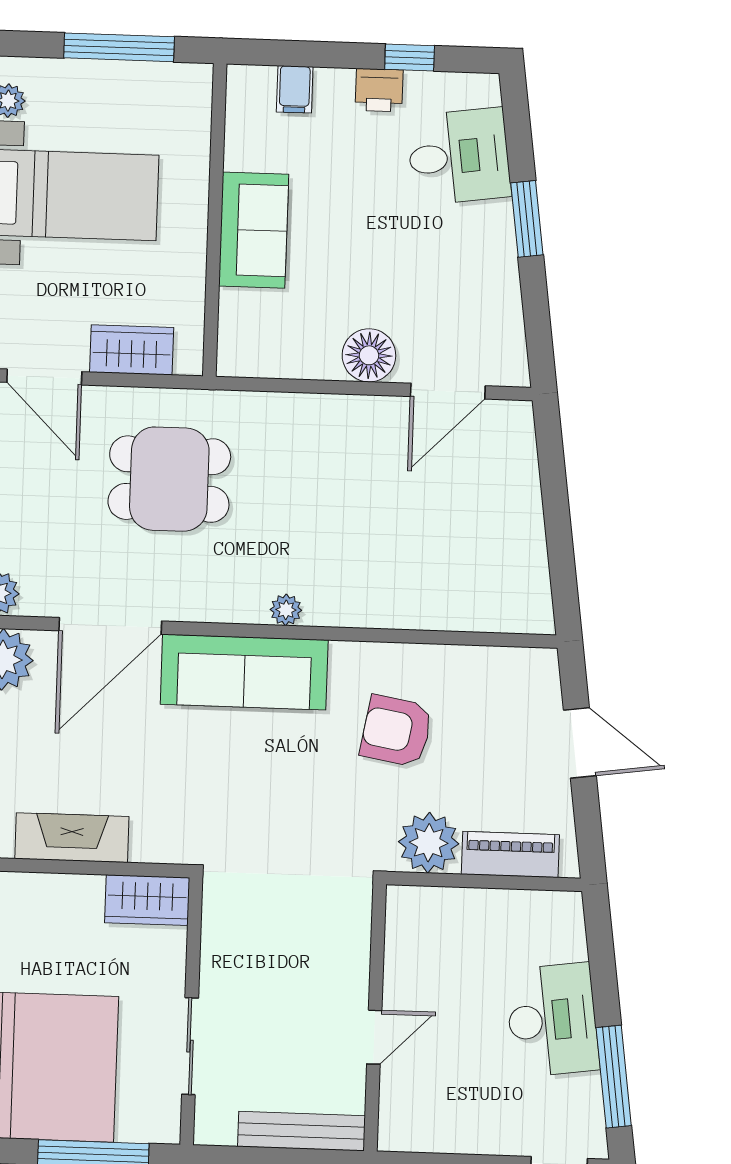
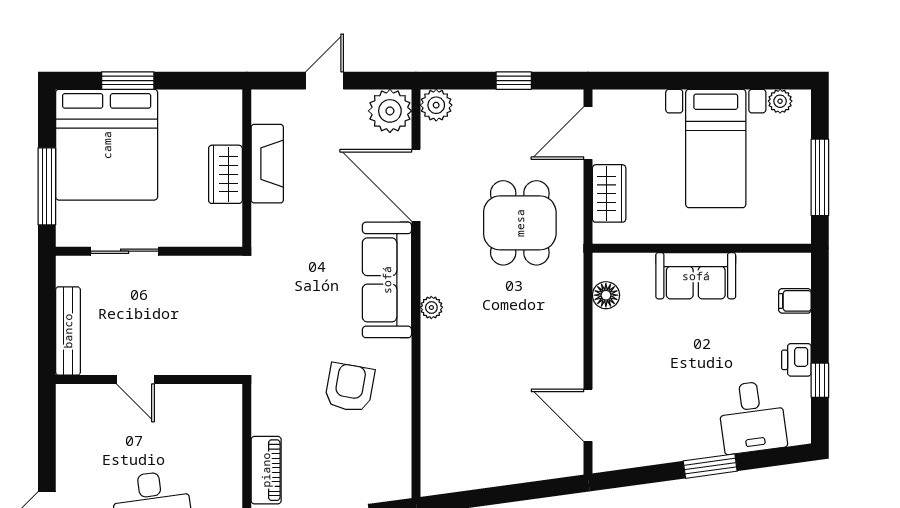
floor lamp: (369, 355) -> (606, 295), moved, width x0.73, depth x0.73
plant: (429, 843) -> (272, 413), removed
wardrobe: (147, 900) -> (225, 174), moved

